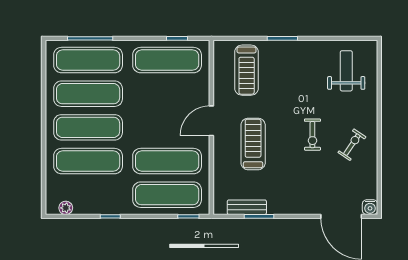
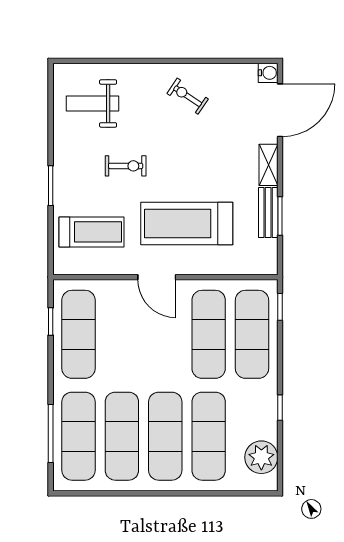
exercise bike: (312, 135) -> (126, 166), moved
treadmill: (253, 144) -> (187, 223), width x1.37, depth x1.38
bench: (247, 207) -> (268, 213), moved
shelving: (299, 207) -> (268, 165), added
plant: (66, 208) -> (261, 457), width x1.87, depth x1.87

